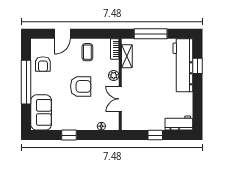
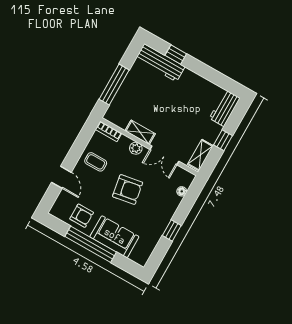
shelving: (127, 56) -> (140, 132), moved
workbench: (183, 65) -> (160, 63), width x0.73, depth x0.76
armchair: (81, 86) -> (128, 189), turned 80
sofa: (41, 112) -> (114, 237), moved
shelving: (135, 125) -> (200, 155), added

